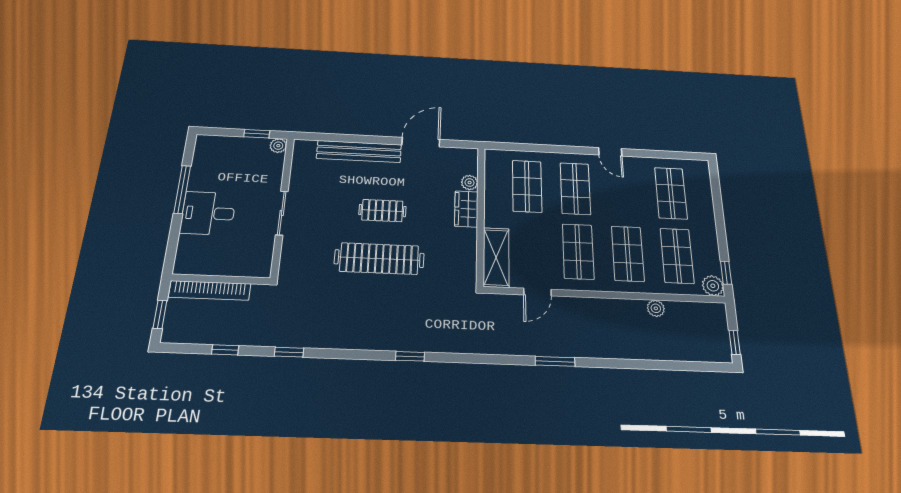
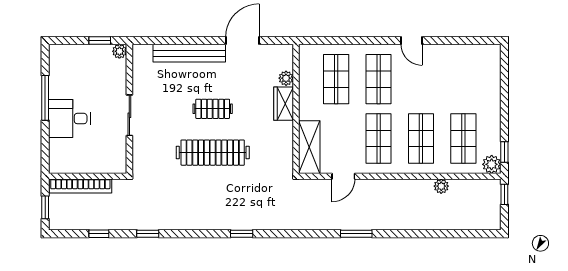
shop shelf: (671, 193) -> (463, 79), removed
window: (735, 342) -> (504, 194), moved

